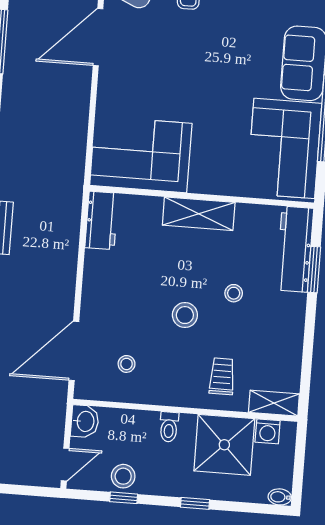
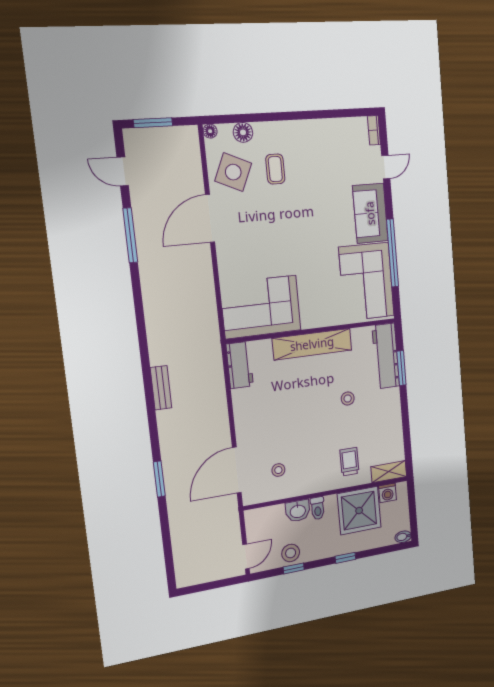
shelving: (199, 214) -> (312, 344), width x1.47
stool: (185, 315) -> (315, 423), removed
washbasin: (85, 421) -> (298, 511), moved, turned 90

